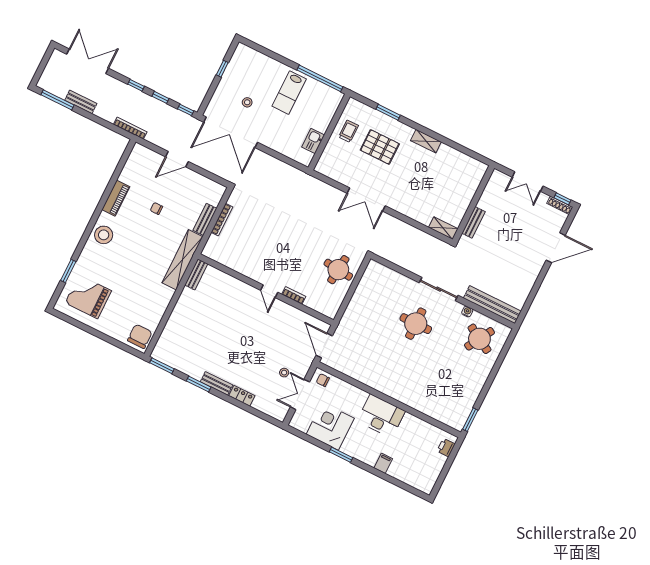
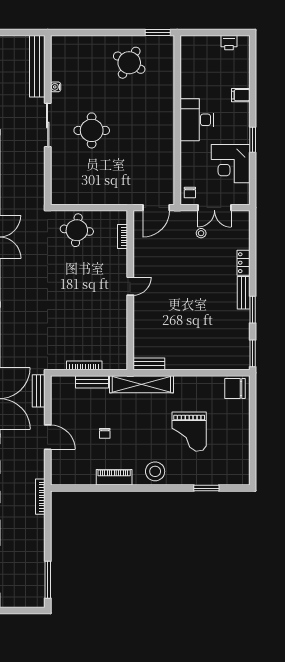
bench: (81, 102) -> (39, 391), moved
bookcase: (294, 295) -> (123, 237), moved
grand piano: (88, 297) -> (189, 432), moved
round table: (479, 339) -> (129, 63), moved
printer: (446, 448) -> (229, 43), moved

